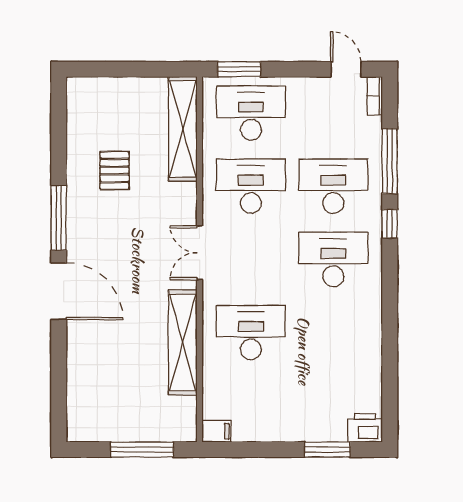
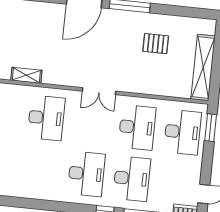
shelving: (183, 129) -> (203, 67), moved, turned 90
double door: (199, 253) -> (99, 91), swing flipped
shelving: (183, 342) -> (26, 75), width x0.45, depth x0.75

